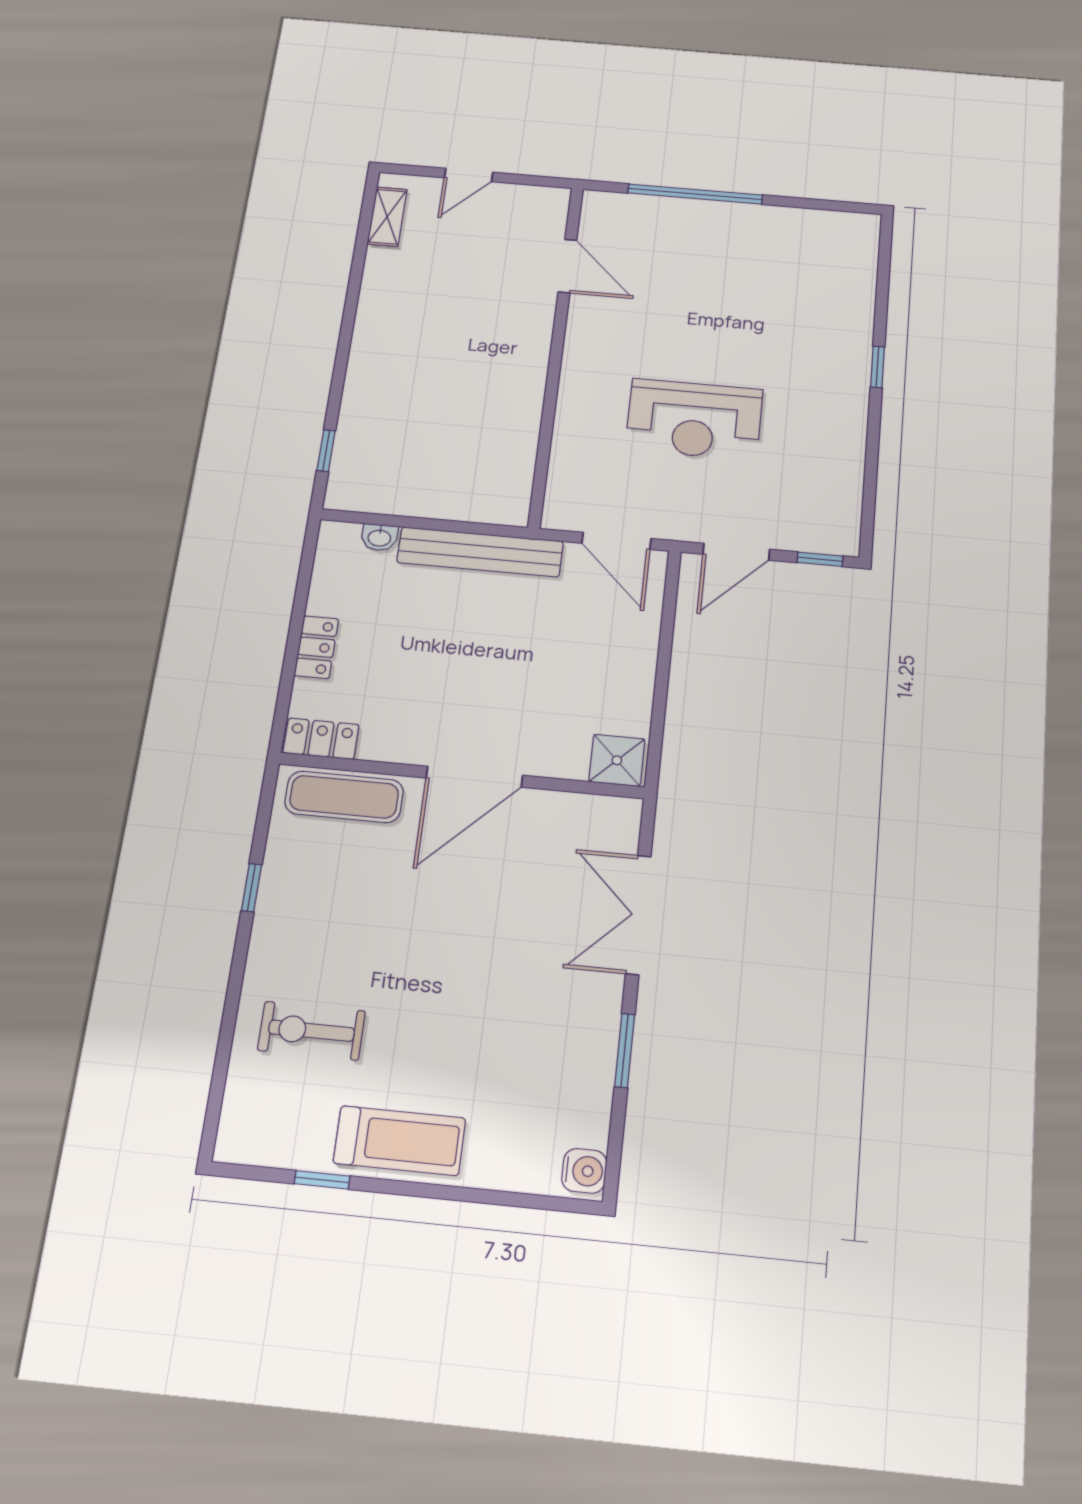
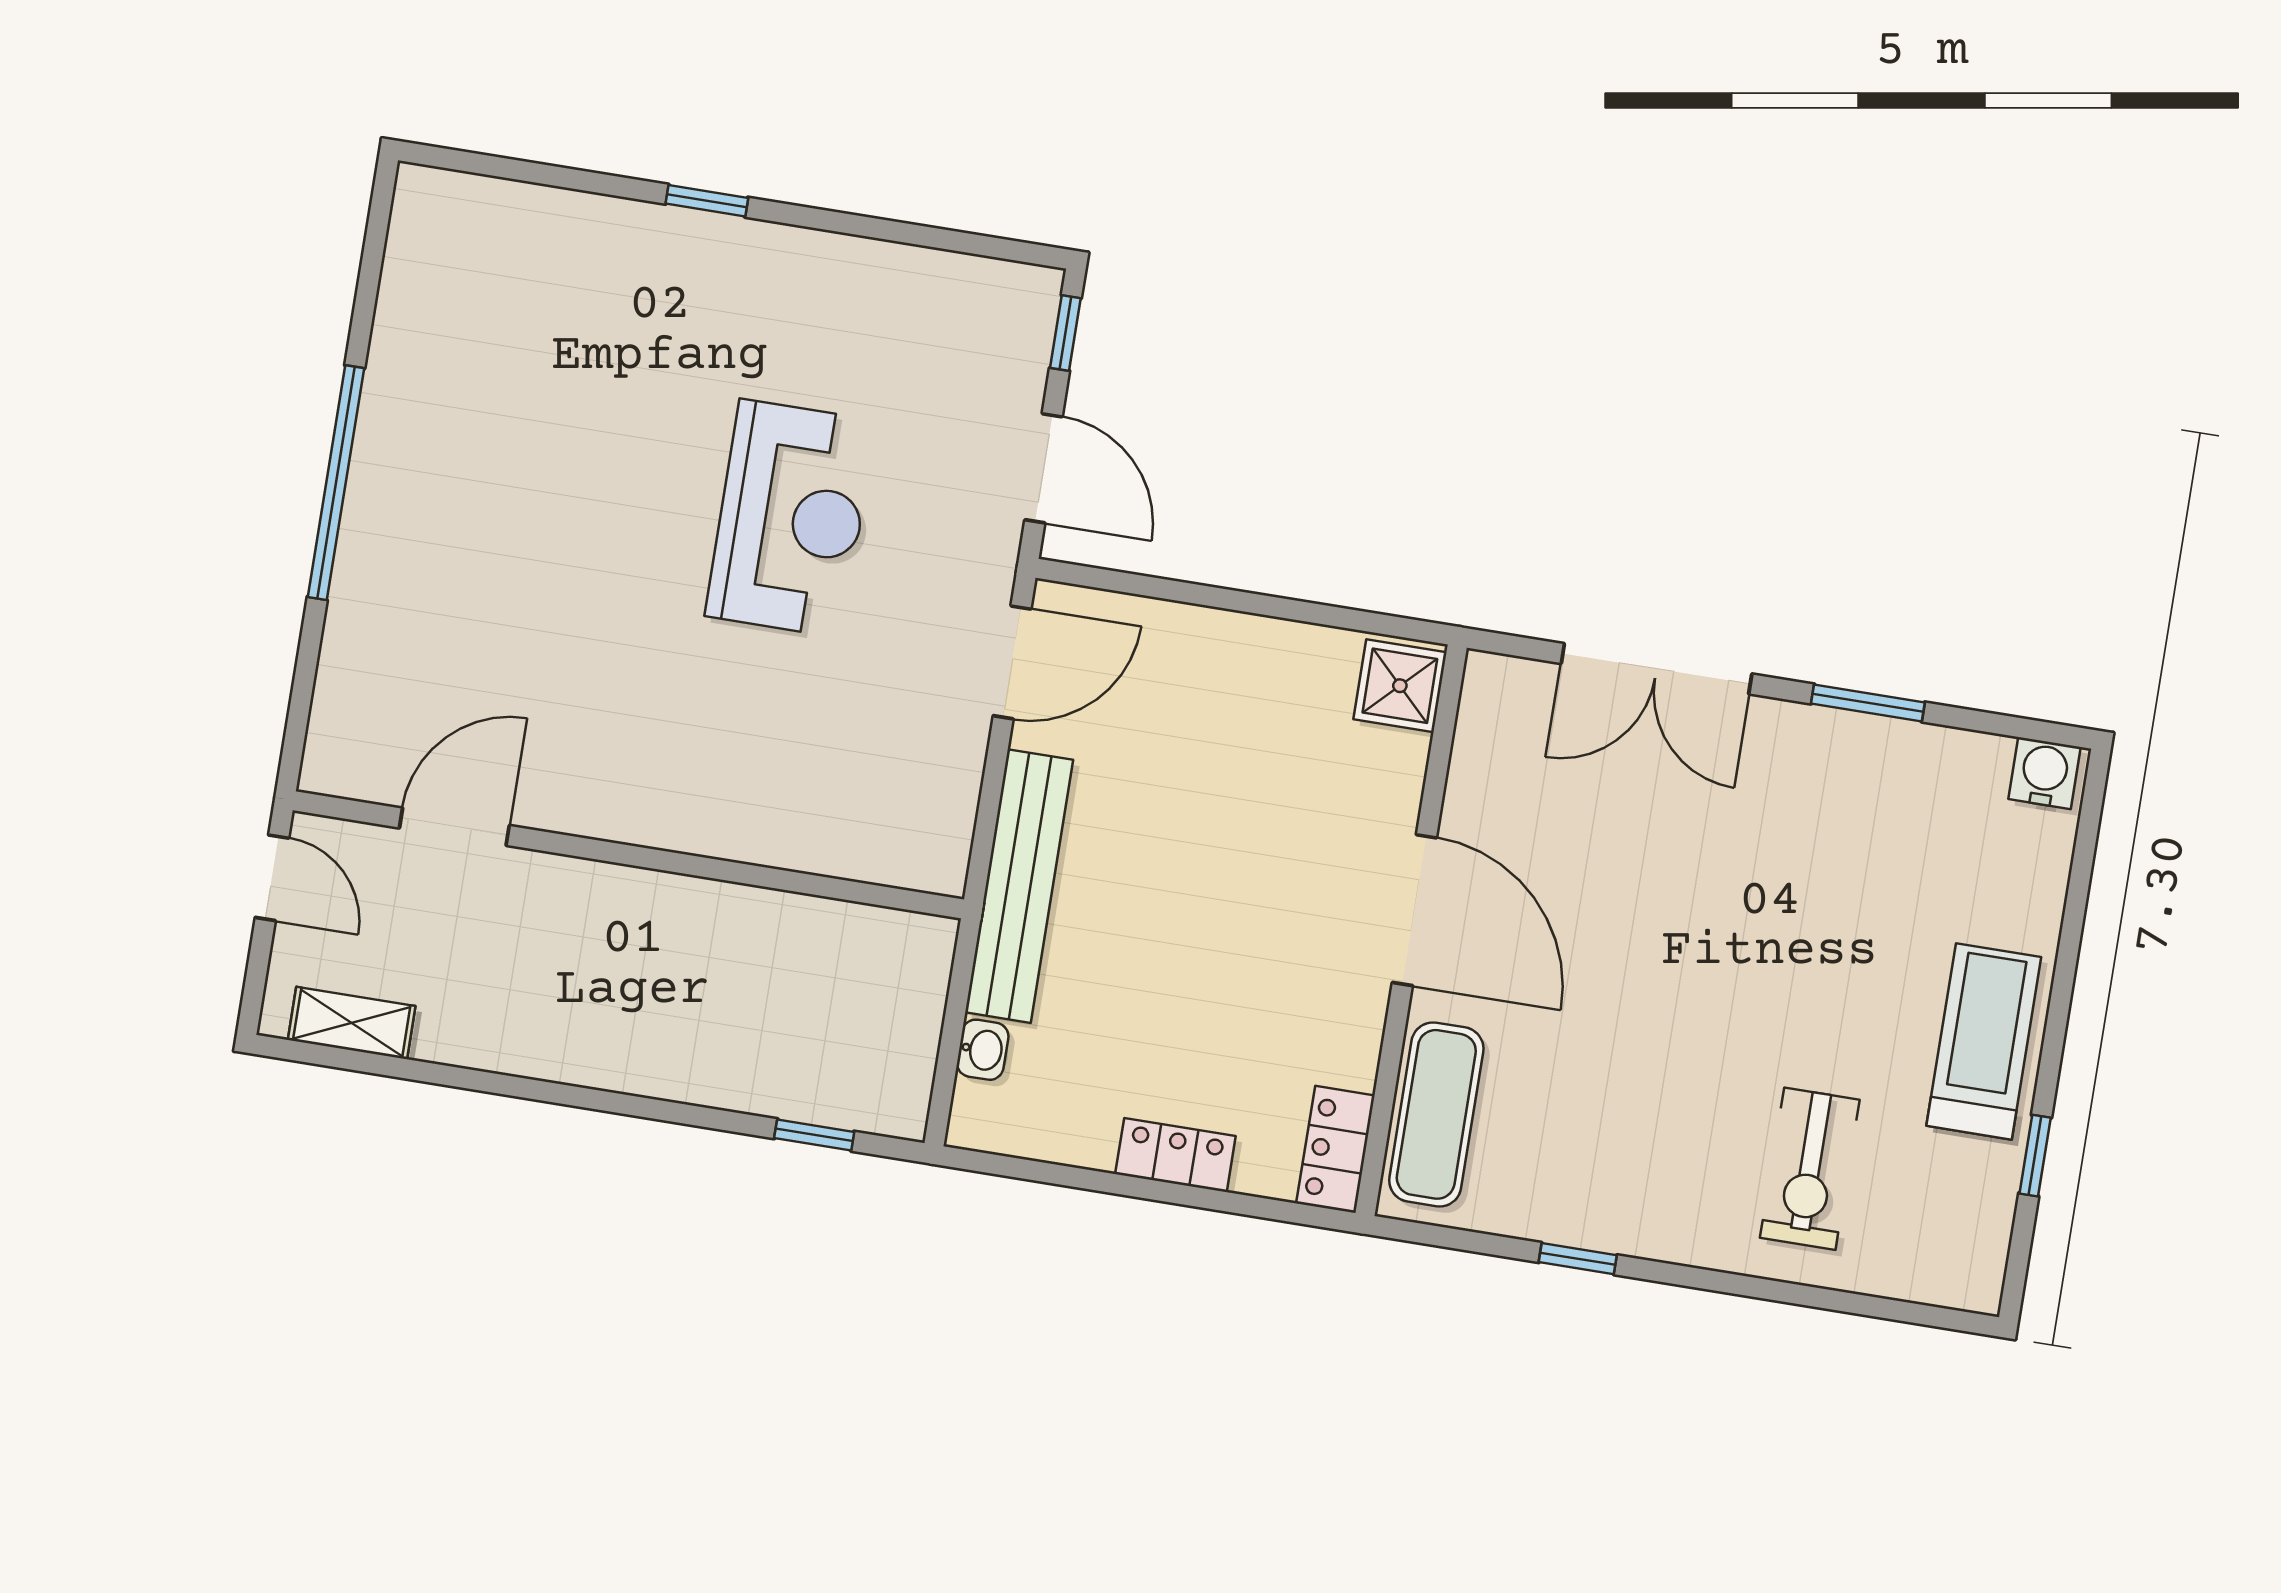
door: (567, 266) -> (454, 827), moved
wall: (556, 353) -> (628, 855), moved

